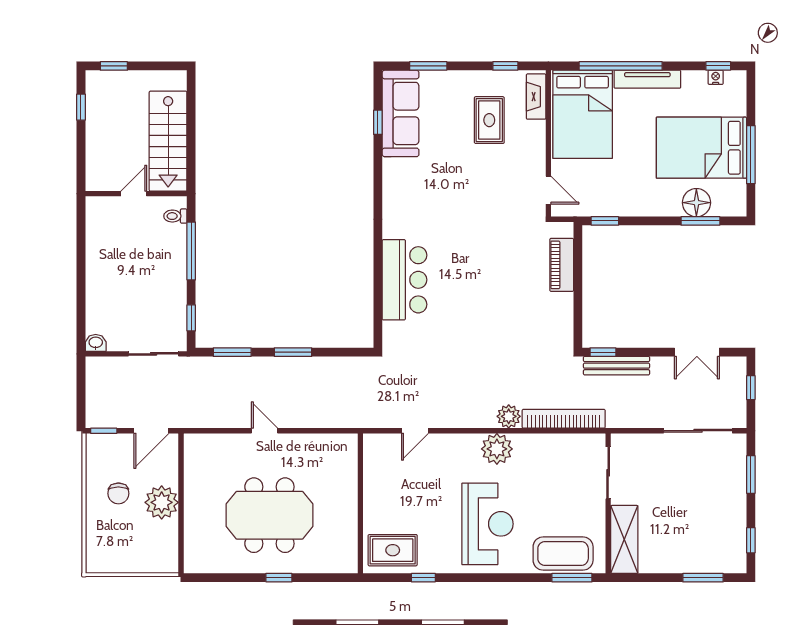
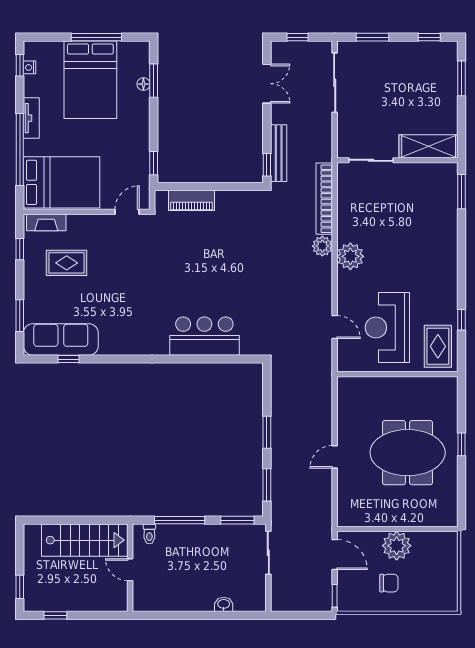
tv unit: (647, 79) -> (31, 118), width x0.71
floor lamp: (696, 203) -> (143, 84), width x0.53, depth x0.53
window: (191, 318) -> (237, 520), width x1.50
washbasin: (96, 343) -> (224, 604), moved, turned 90
meeting table: (269, 515) -> (408, 453), turned 90
reception desk: (488, 524) -> (387, 328), moved, turned -90
coffee table: (563, 554) -> (441, 199), removed

